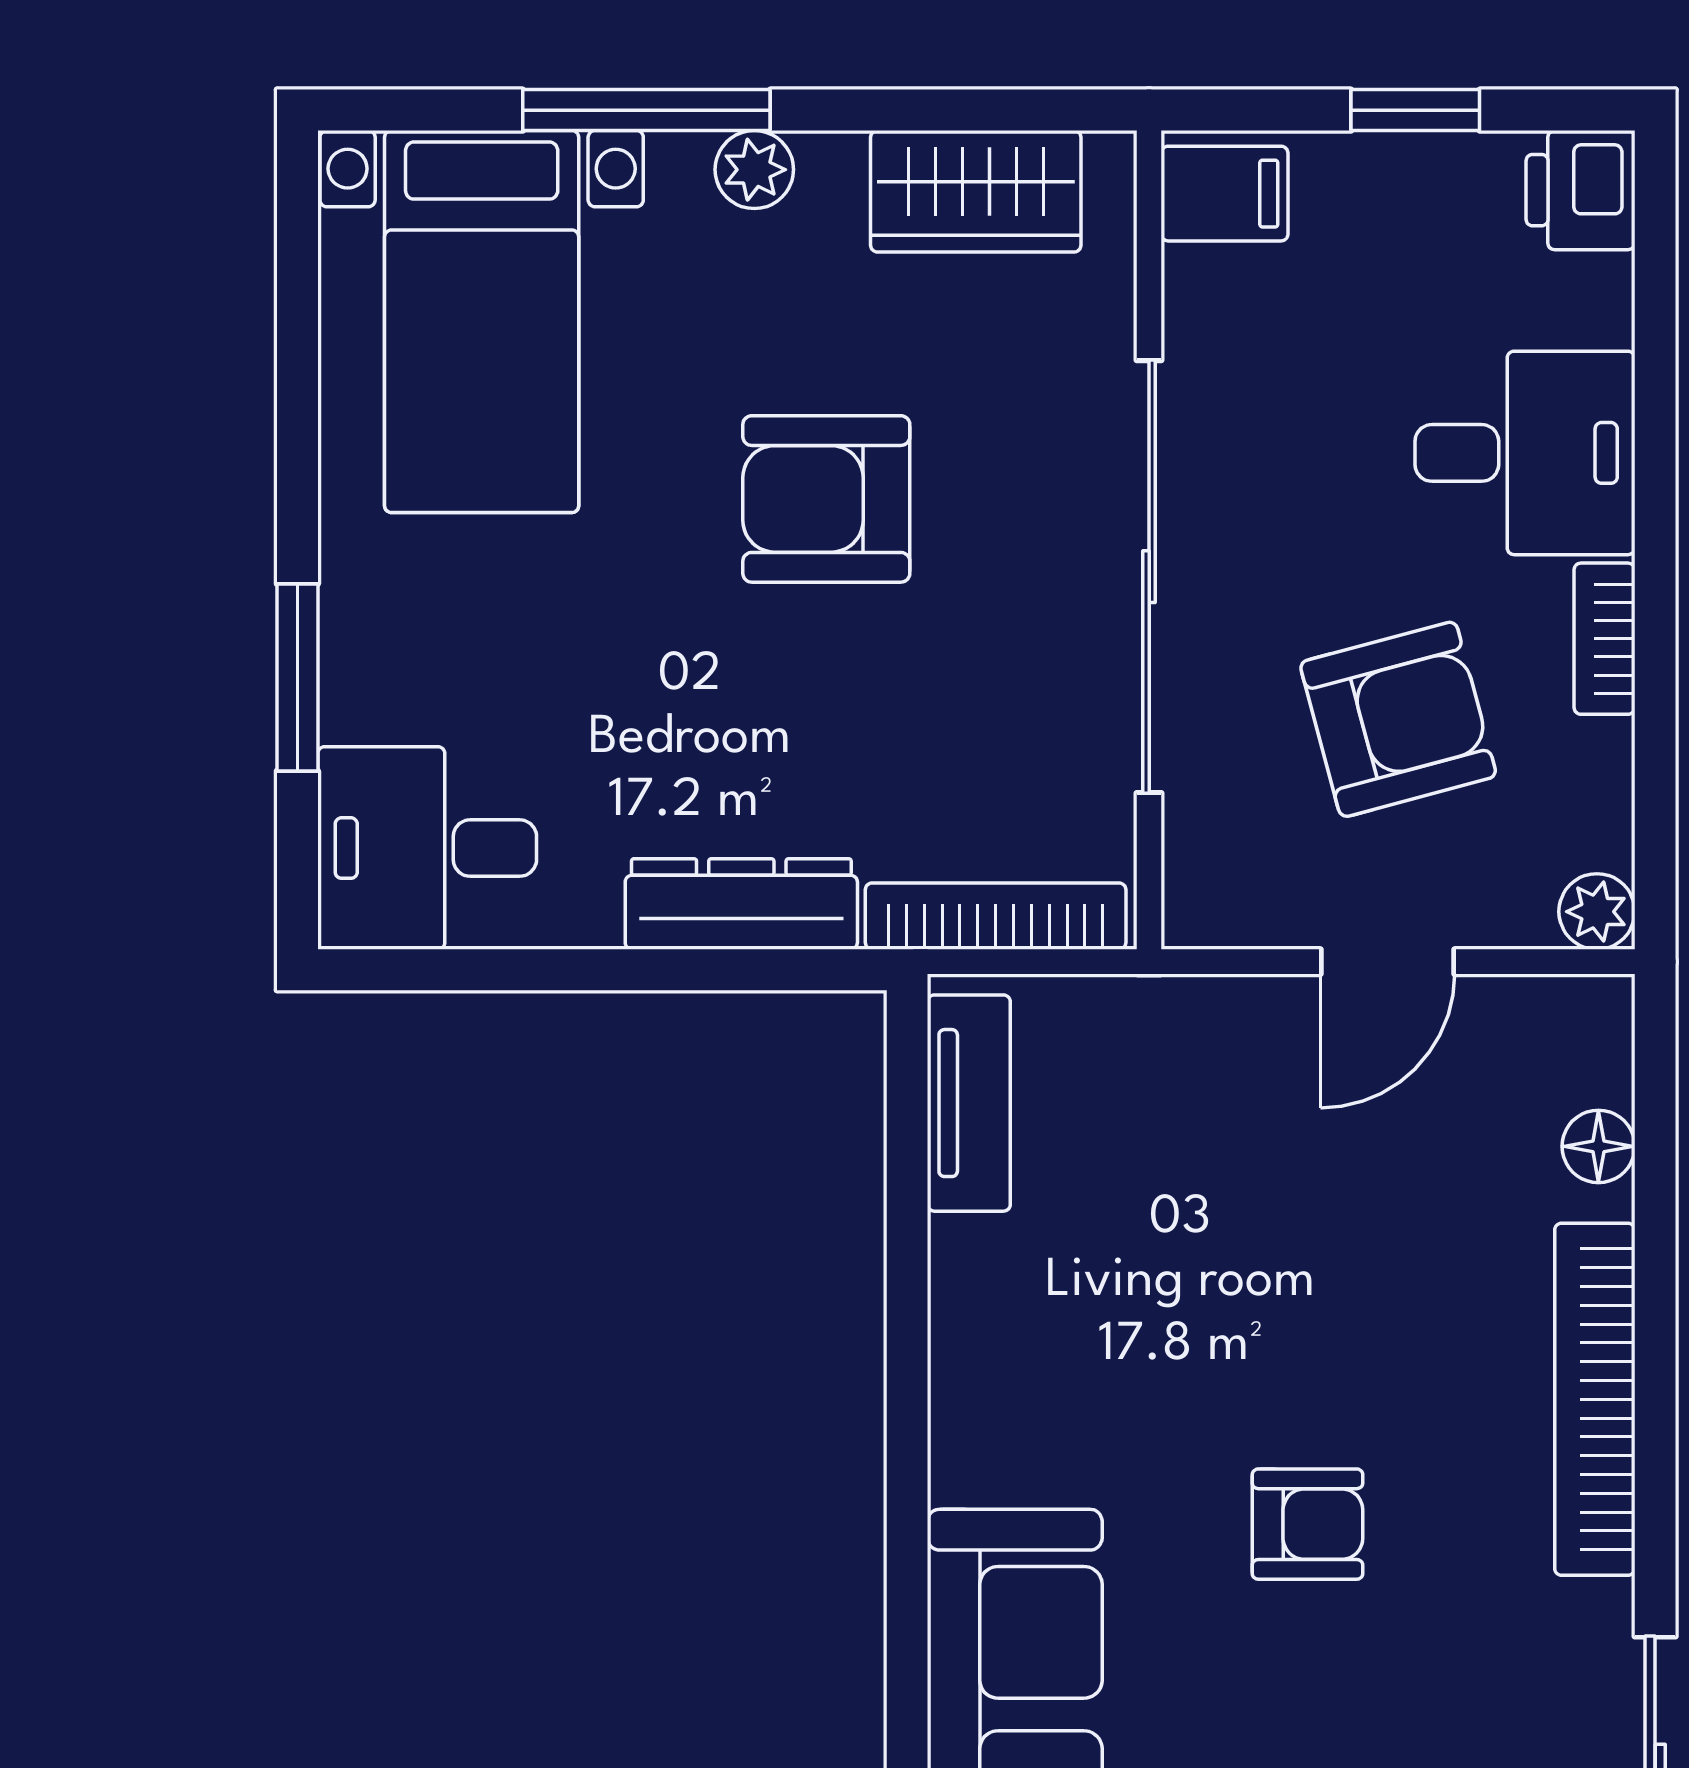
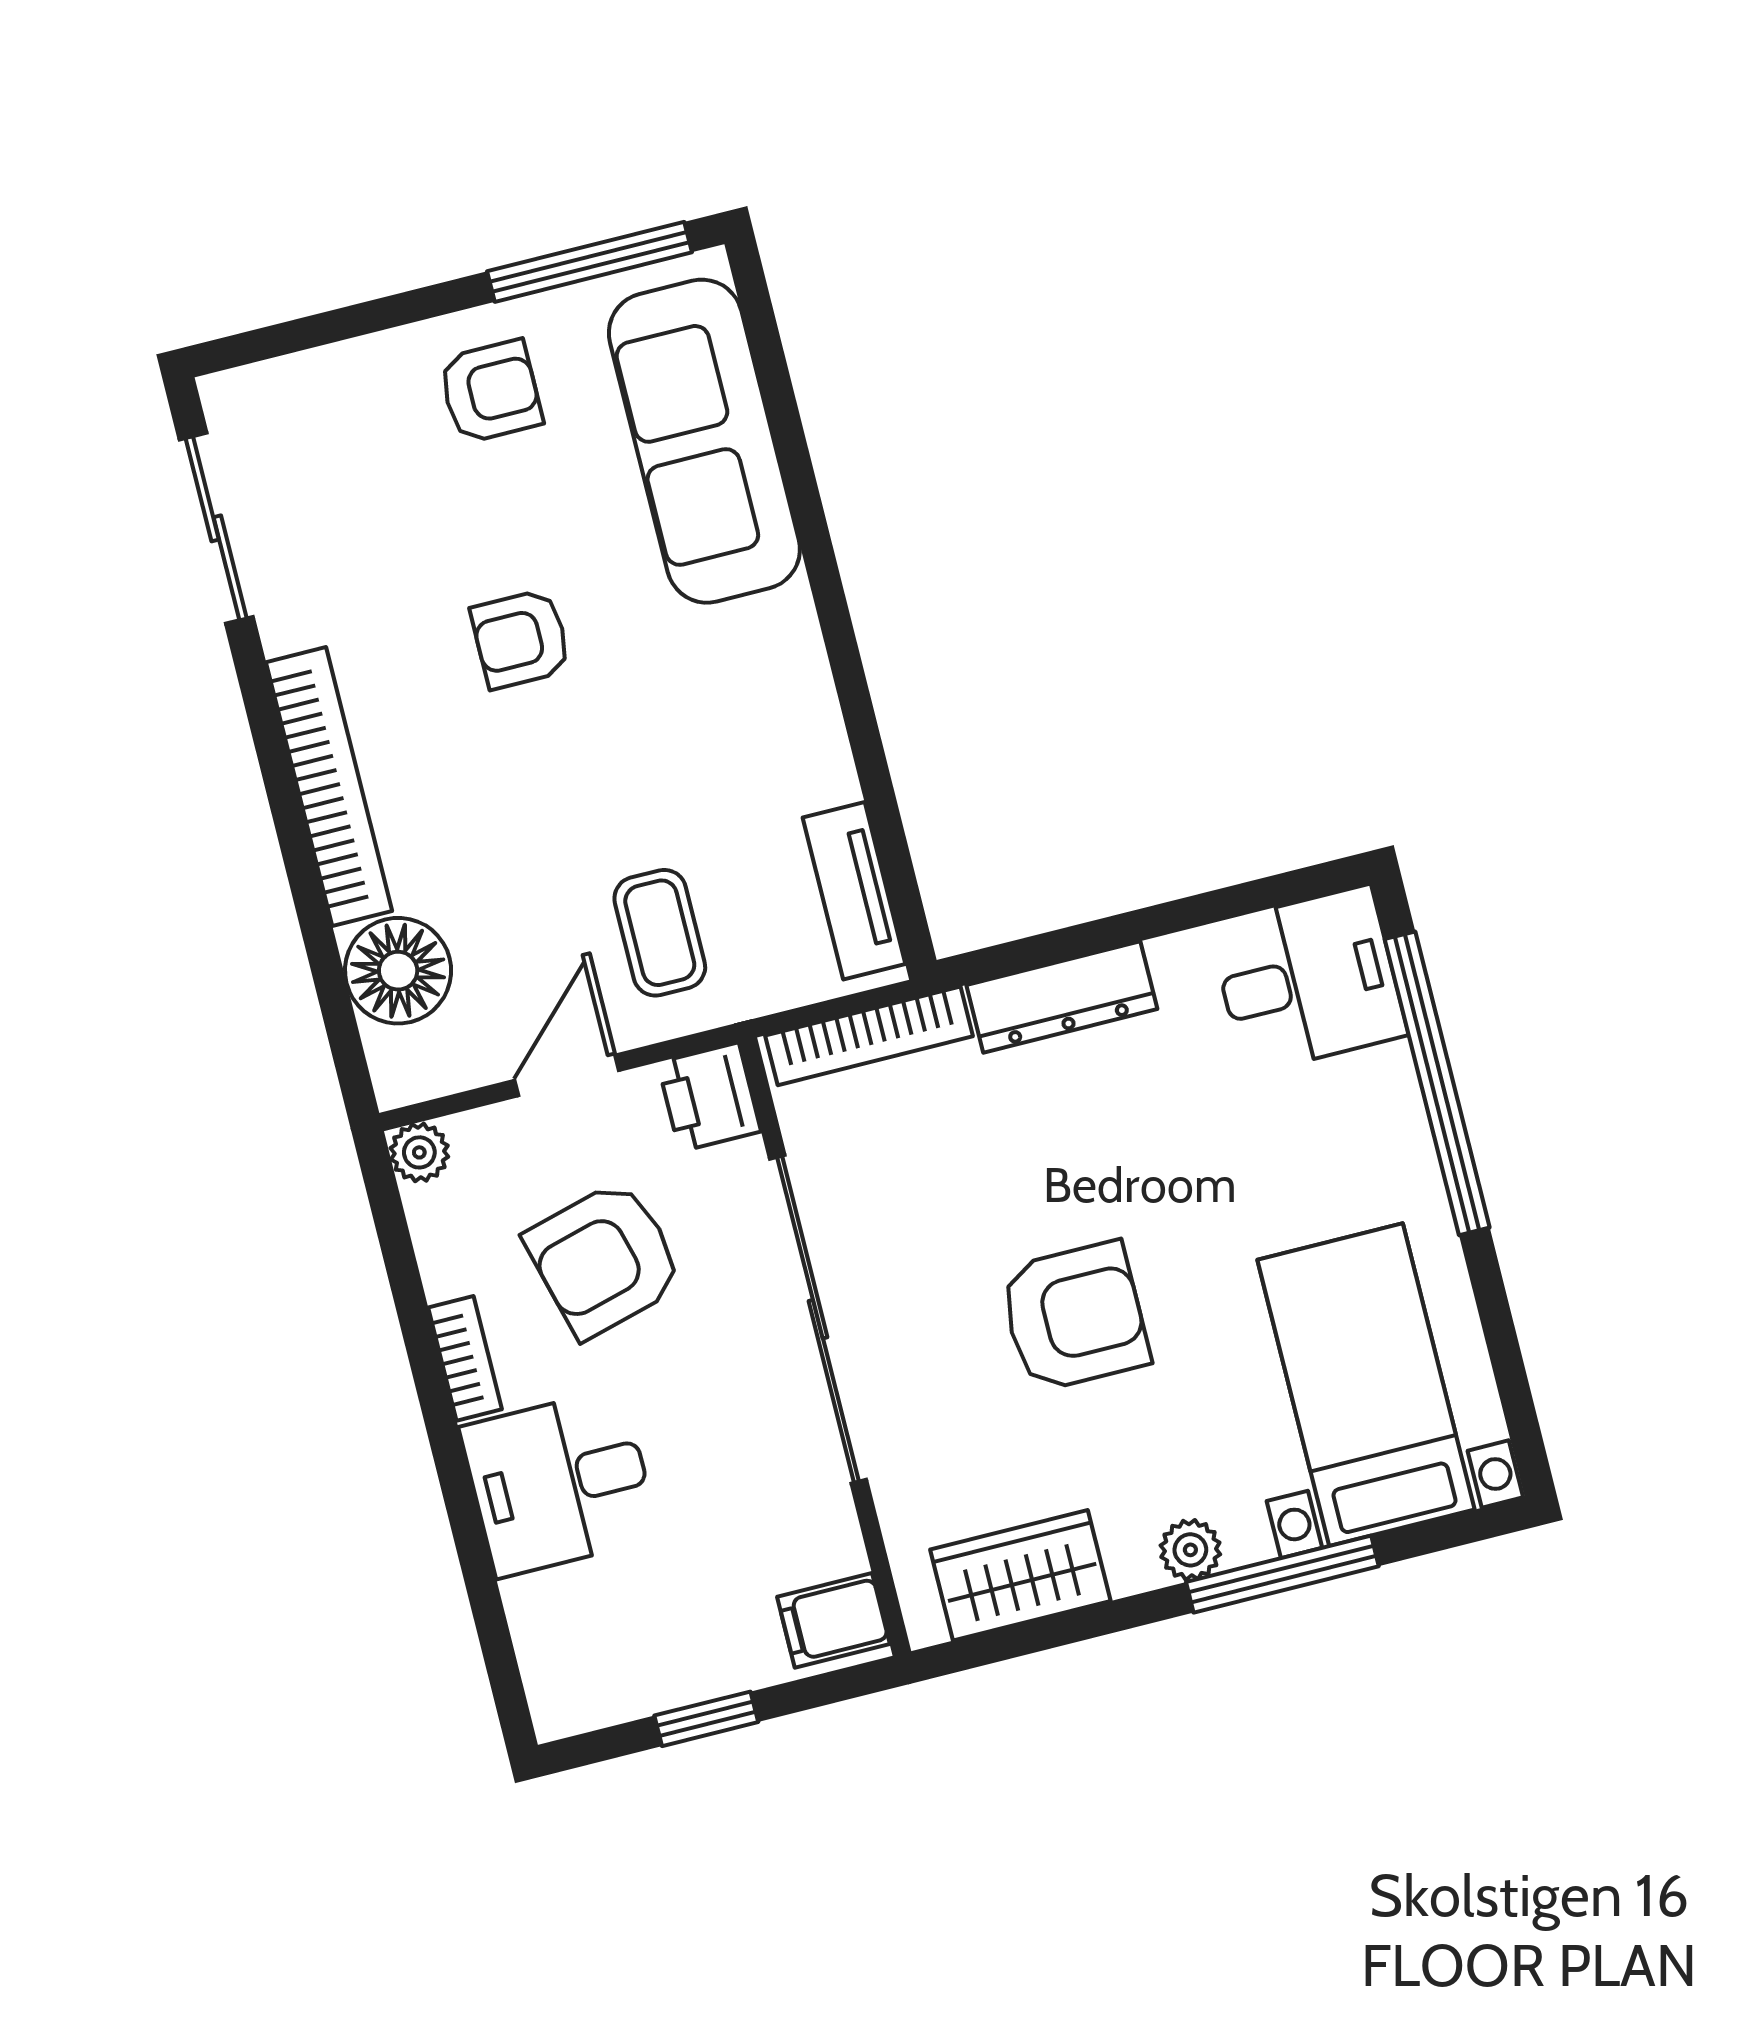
printer: (1580, 190) -> (709, 1097), moved, turned 180
window: (297, 677) -> (1437, 1083), width x2.11
coffee table: (1226, 1111) -> (660, 933), added
floor lamp: (1598, 1146) -> (398, 971), width x1.89, depth x1.89

